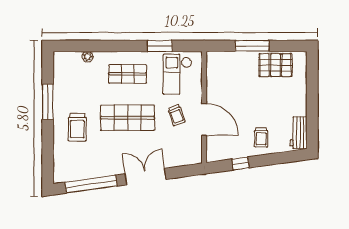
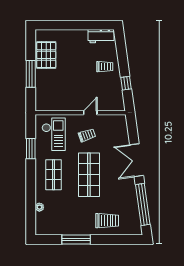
checkout: (178, 74) -> (54, 134), turned -90
door: (204, 119) -> (90, 113), width x0.53
trolley: (77, 127) -> (107, 221), moved

